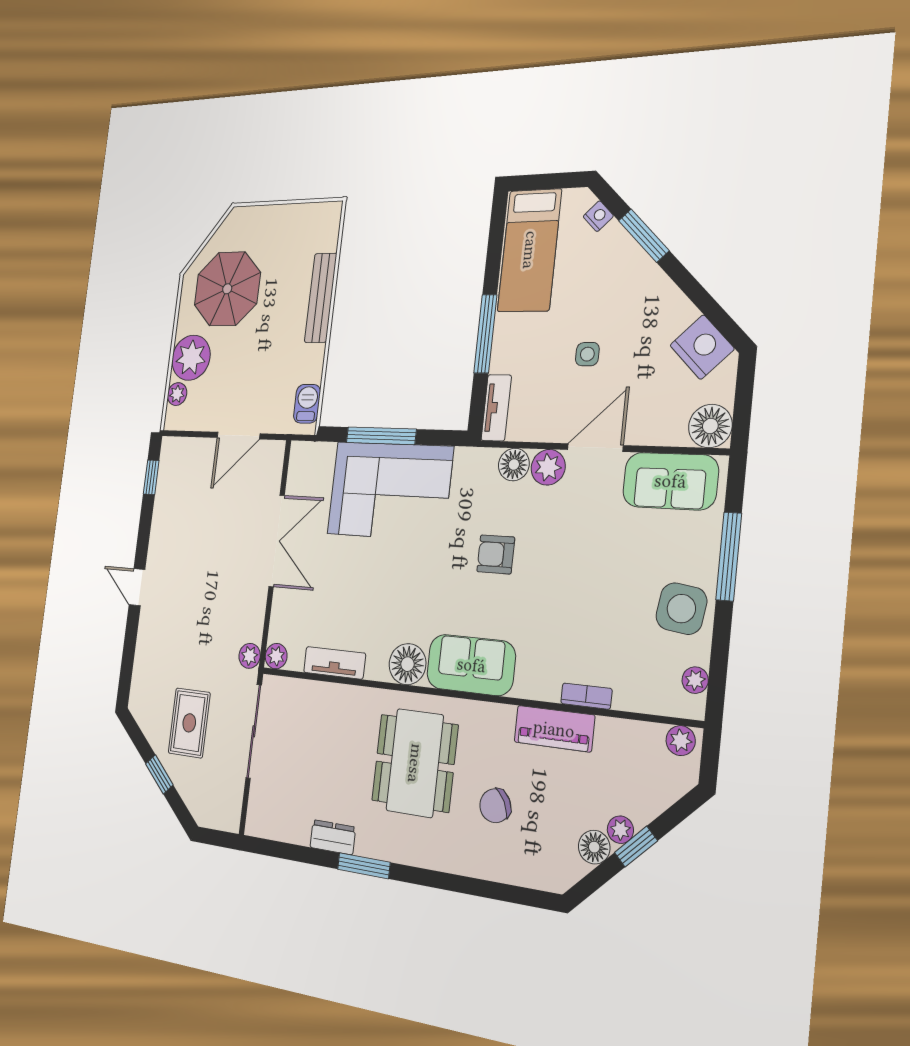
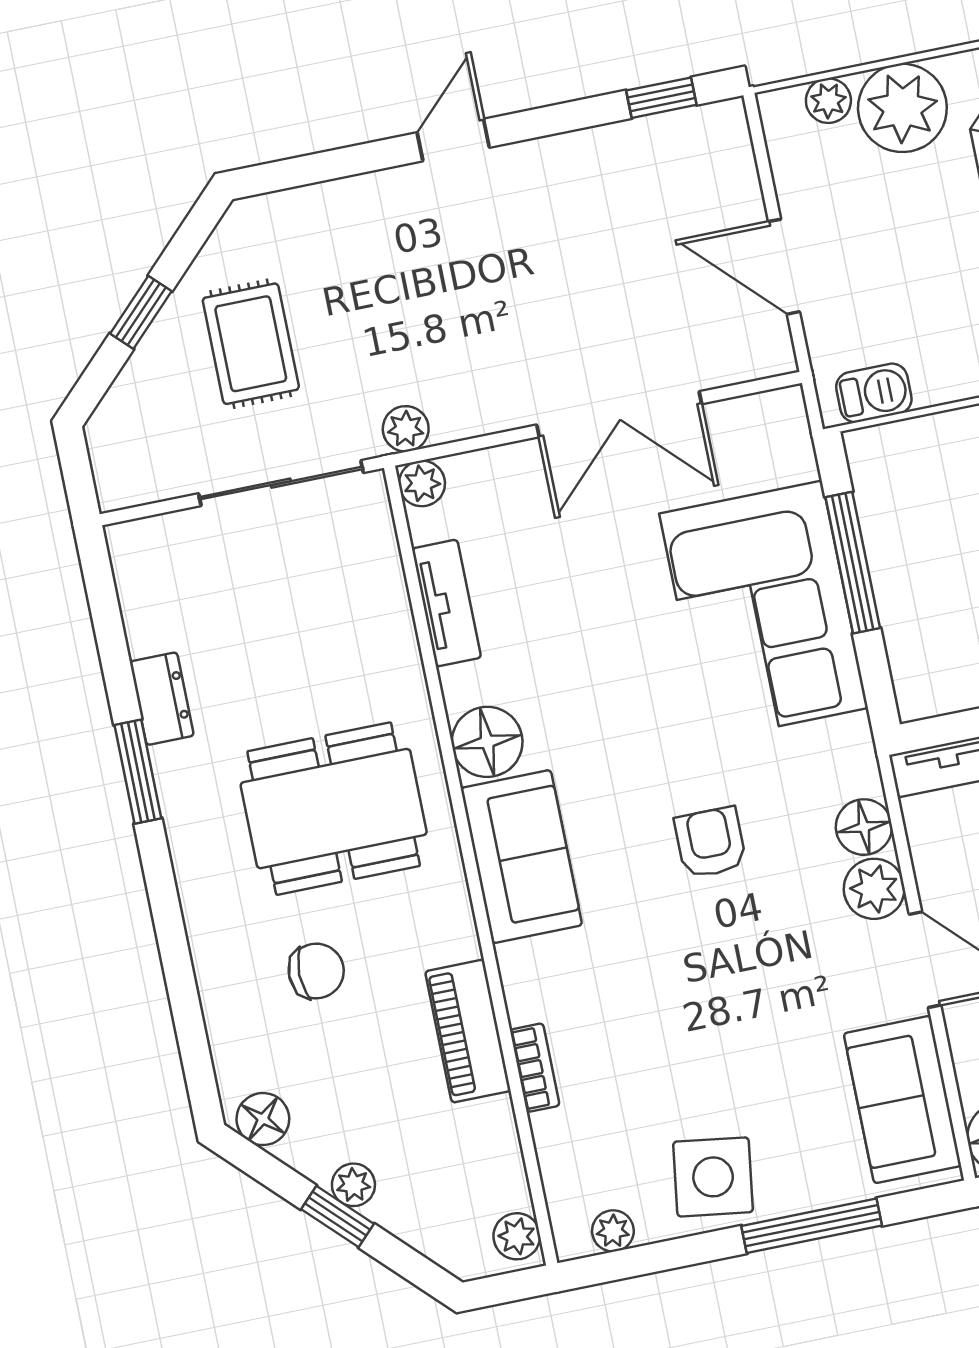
rug: (189, 723) -> (251, 344), turned 90
chair: (495, 806) -> (316, 971), turned 119
floor lamp: (594, 847) -> (263, 1119), moved

